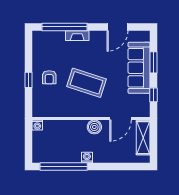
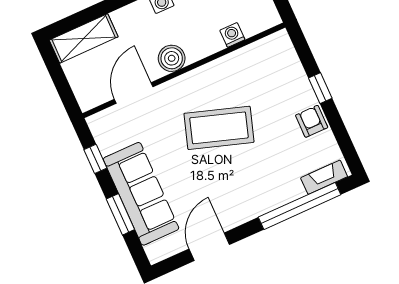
fireplace: (77, 36) -> (324, 177), moved
armchair: (49, 77) -> (312, 121), moved
washing machine: (37, 125) -> (232, 35), moved
shelving: (143, 138) -> (84, 38), moved, turned 90

